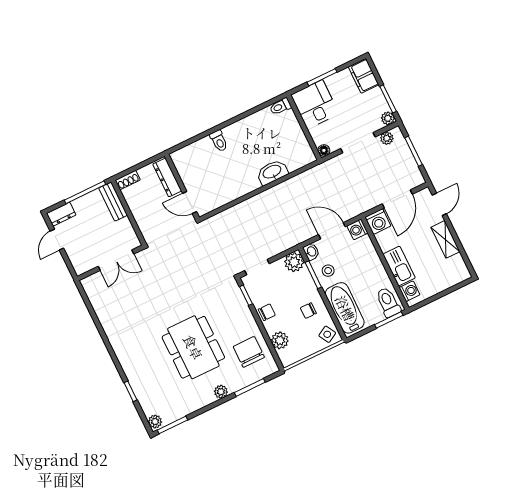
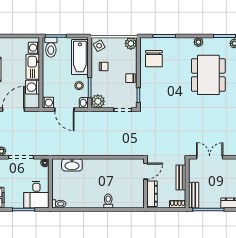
washbasin: (272, 172) -> (72, 165), moved
door: (190, 202) -> (146, 171), hinge flipped
bench: (140, 216) -> (181, 177), added
washing machine: (378, 222) -> (33, 87), moved, turned -90
plant: (280, 340) -> (131, 43), moved
dining table: (193, 347) -> (208, 75), moved
plant: (221, 392) -> (198, 42), moved

